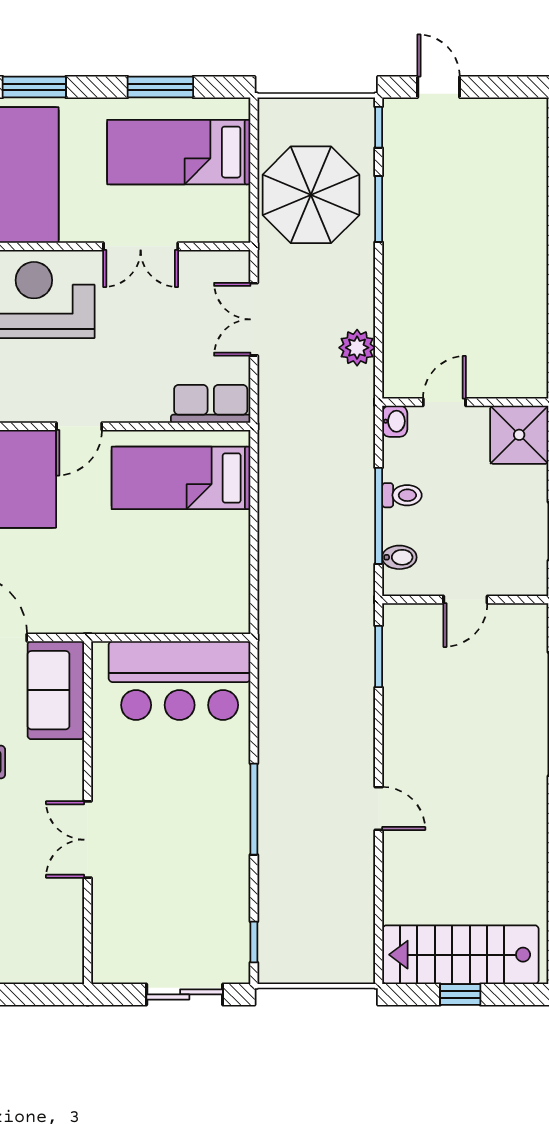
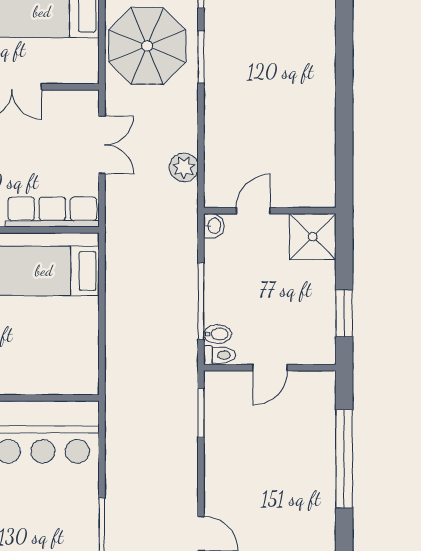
double door: (254, 319) -> (102, 145), swing flipped
row of seats: (211, 404) -> (52, 212), width x1.48
toilet: (402, 495) -> (219, 355), moved

